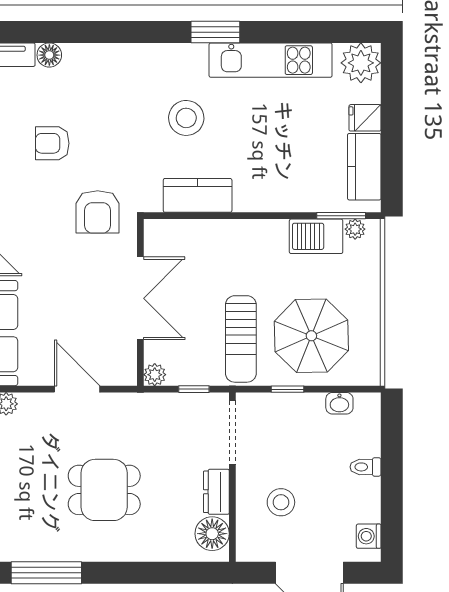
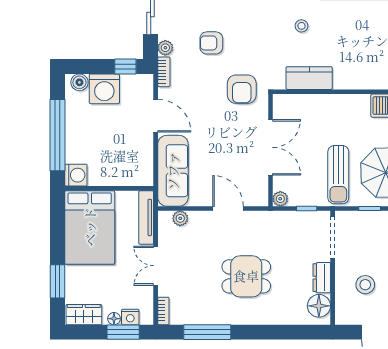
stool: (186, 118) -> (301, 26), width x0.53, depth x0.53

